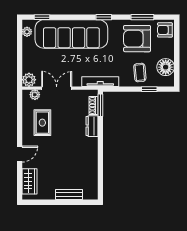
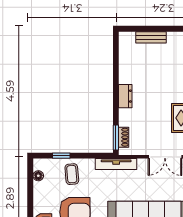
floor lamp: (166, 67) -> (38, 176), width x0.53, depth x0.53
dresser: (92, 126) -> (125, 96), moved

